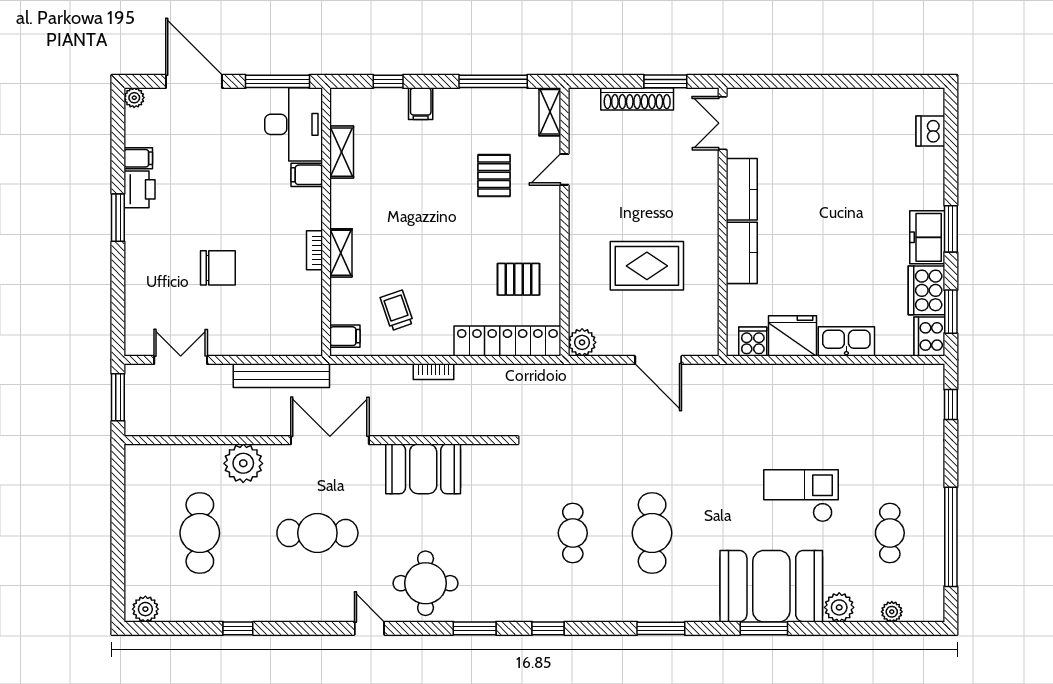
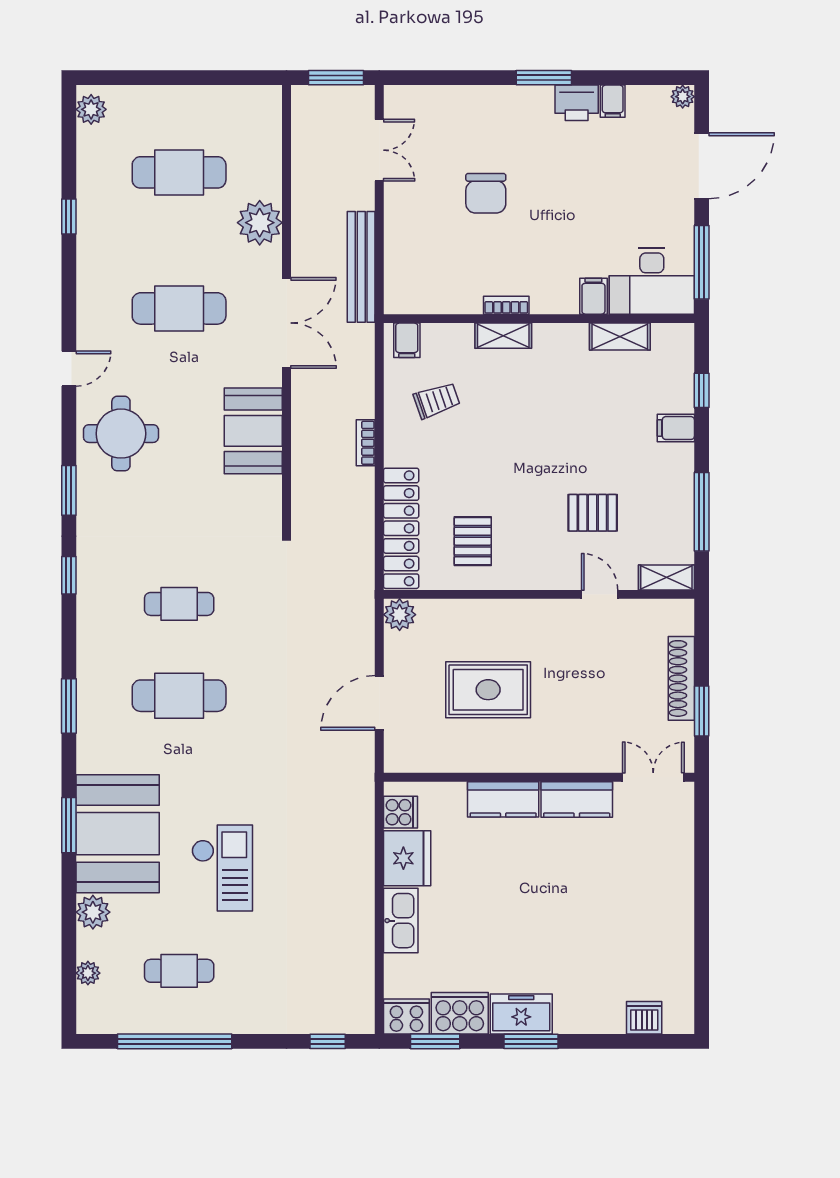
rug: (647, 266) -> (488, 690), turned 90
cafe table: (317, 533) -> (179, 308), turned 90

